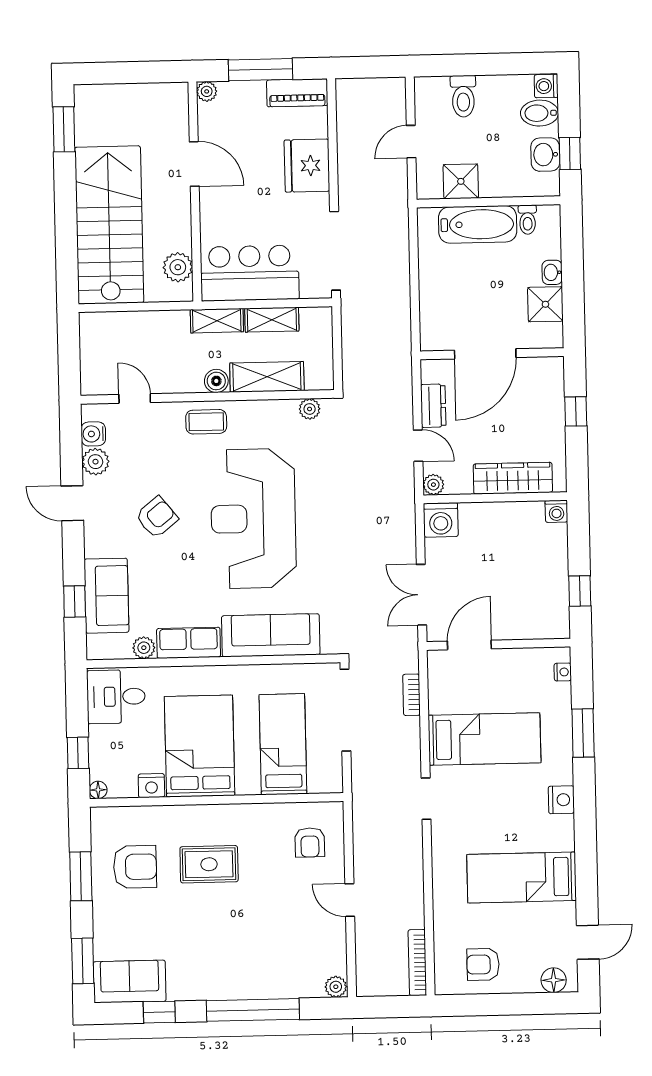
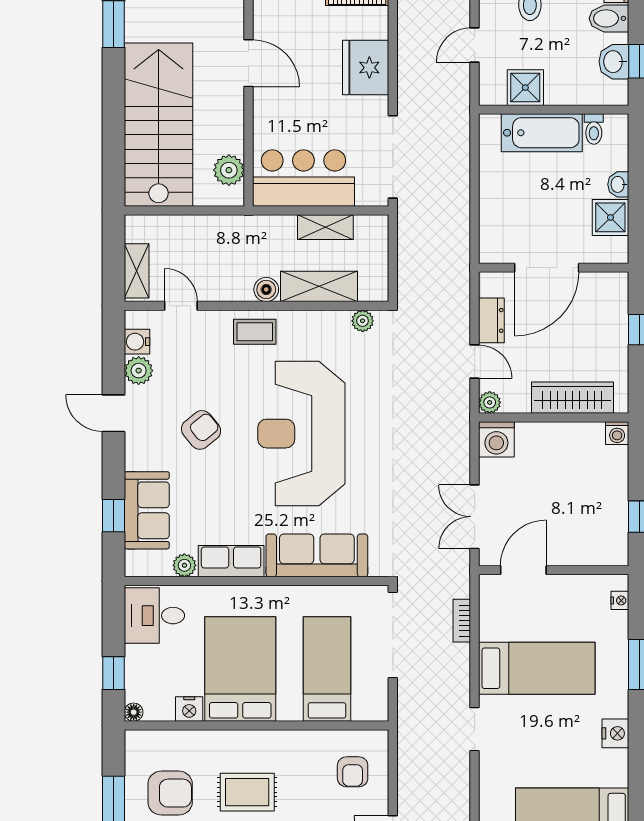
shelving: (217, 321) -> (137, 271), moved, turned 90

